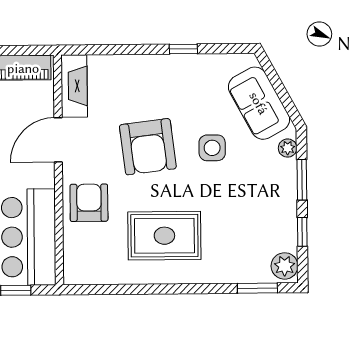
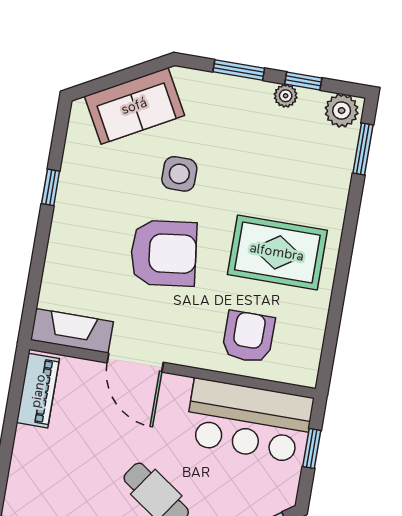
plant: (288, 148) -> (286, 96), moved
armchair: (89, 203) -> (248, 337), moved, turned 90
rug: (164, 236) -> (277, 252), turned 90

